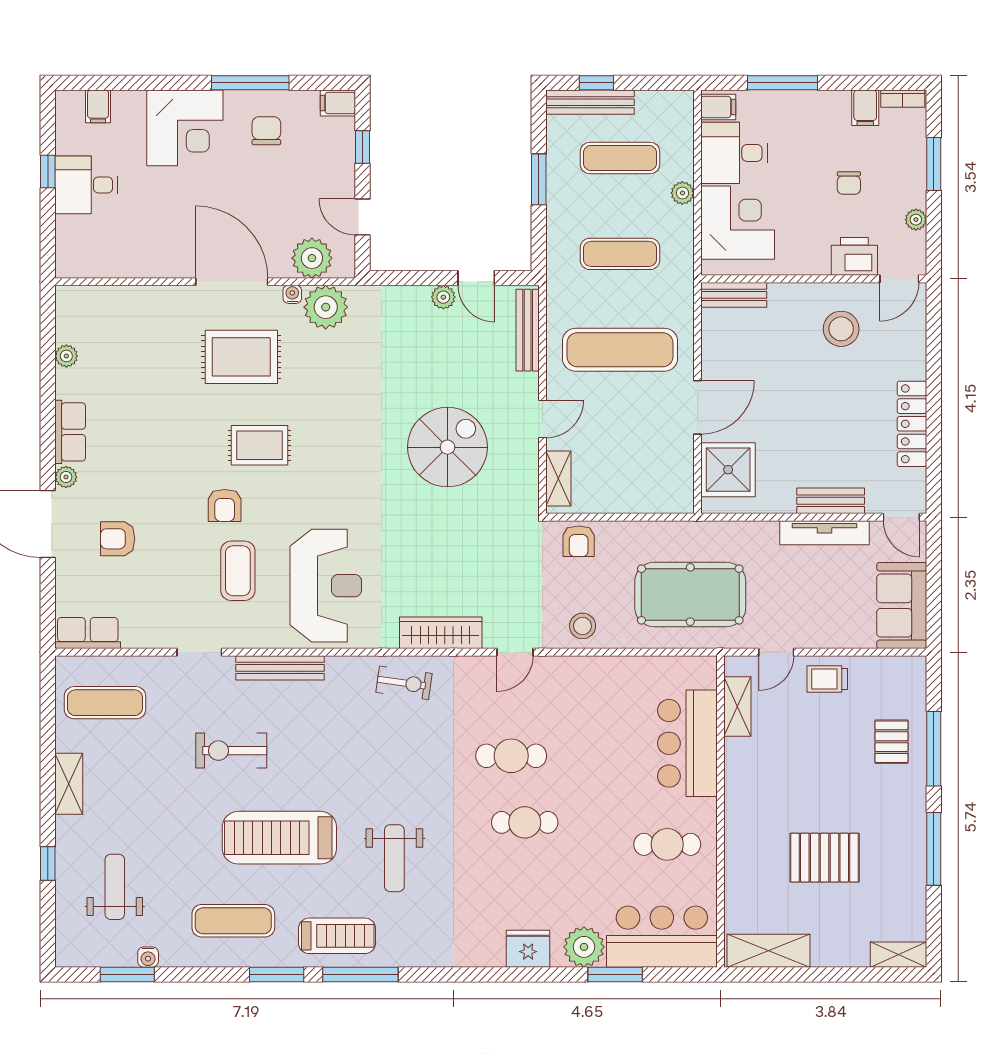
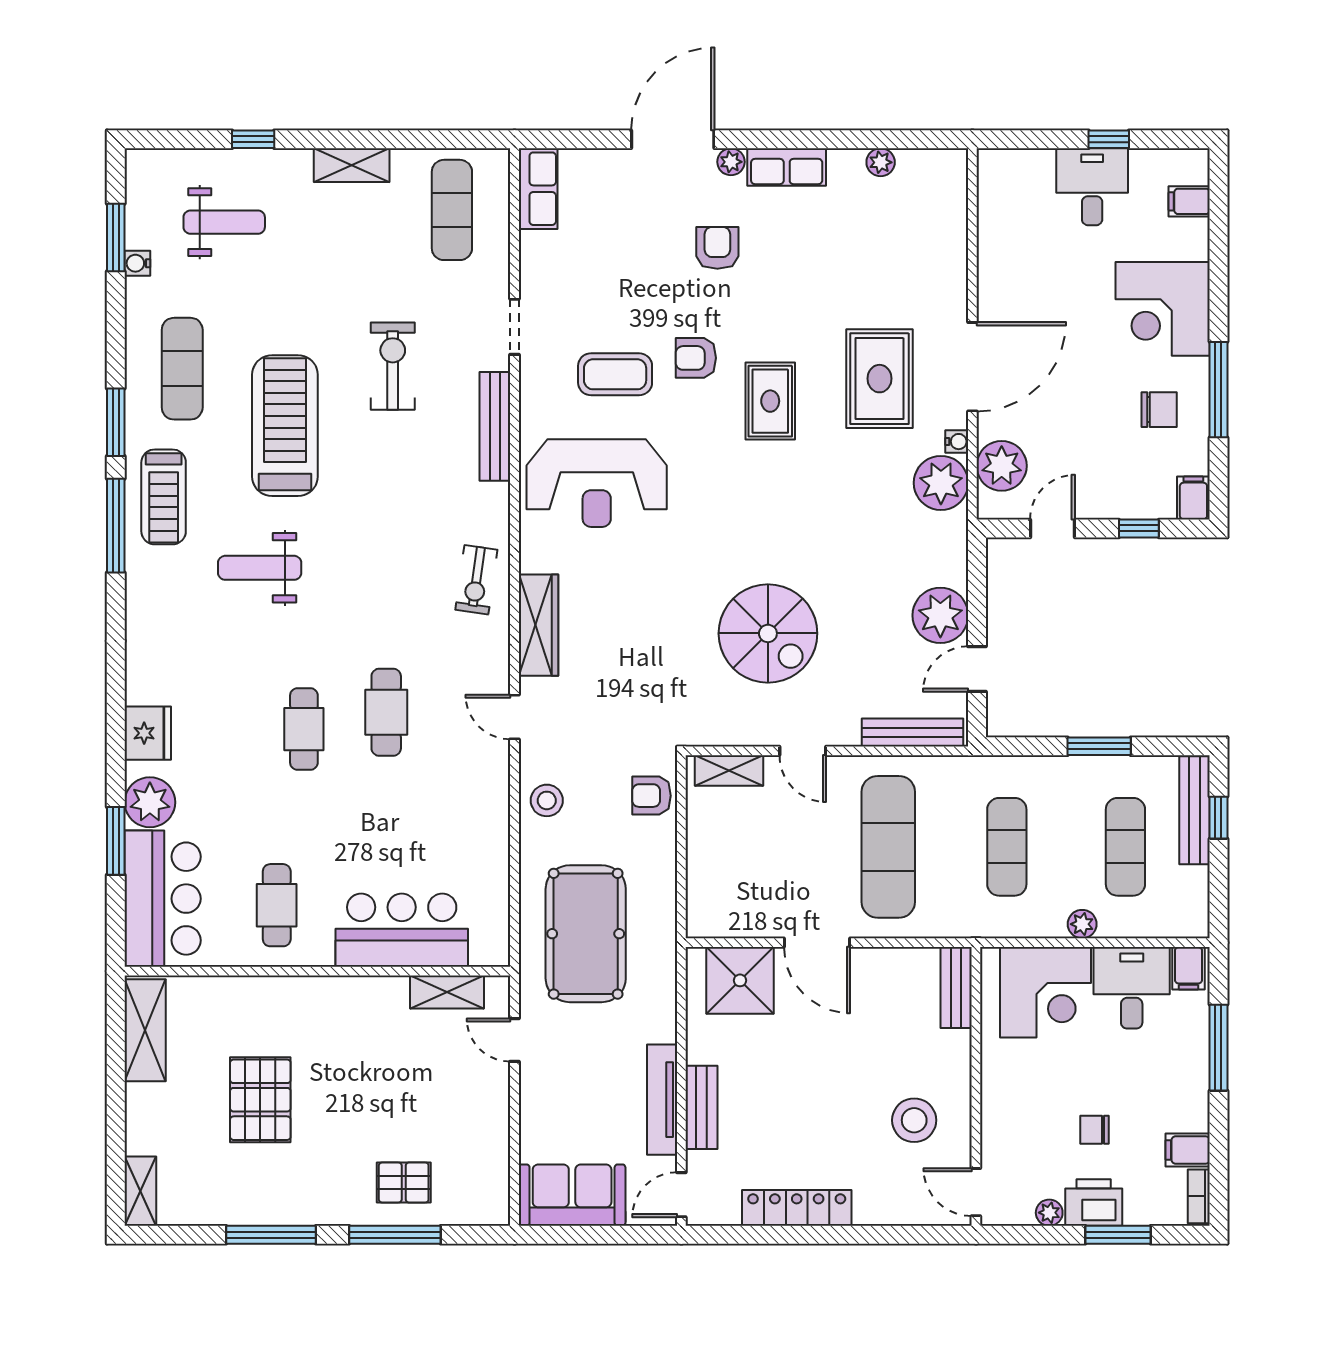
printer: (854, 256) -> (1094, 1202), moved, turned -90
plant: (443, 297) -> (940, 615), width x1.88, depth x1.88
armchair: (118, 539) -> (717, 248), moved
trolley: (827, 679) -> (481, 1103), removed

